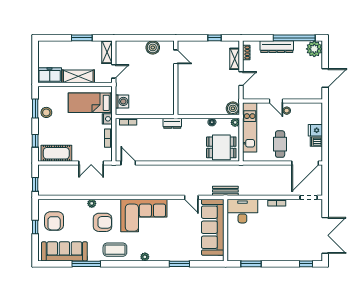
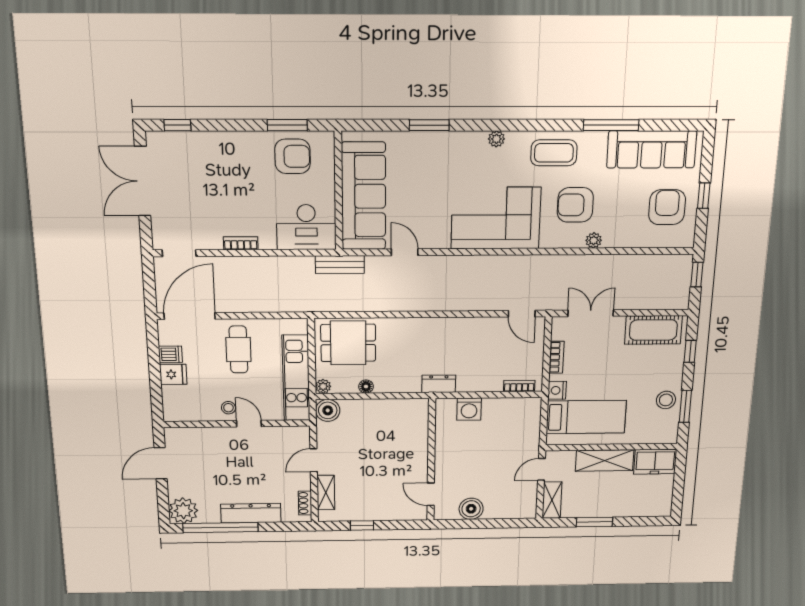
washing machine: (122, 101) -> (469, 409), moved, turned -90
armchair: (249, 248) -> (293, 156), added

